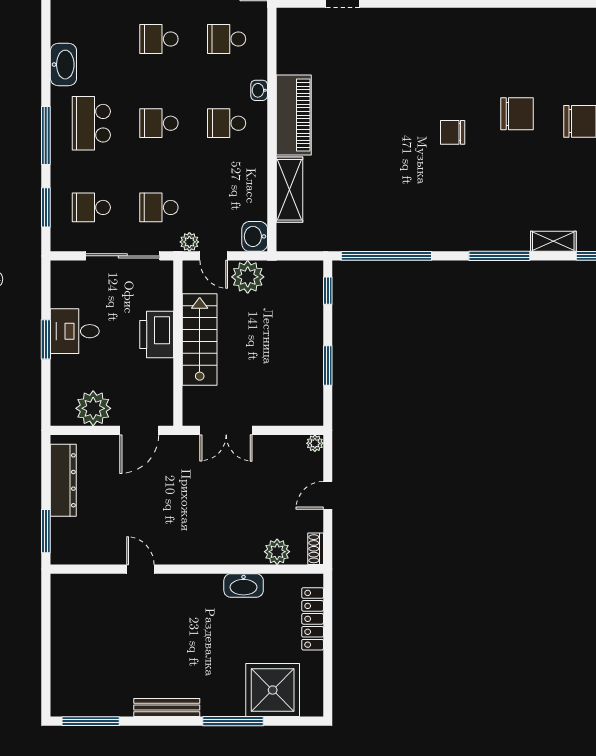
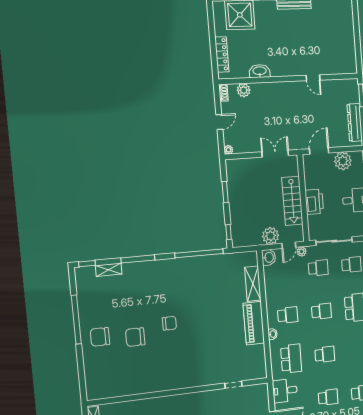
school desk: (227, 39) -> (291, 359), width x1.85
door: (214, 256) -> (289, 245), swing flipped

